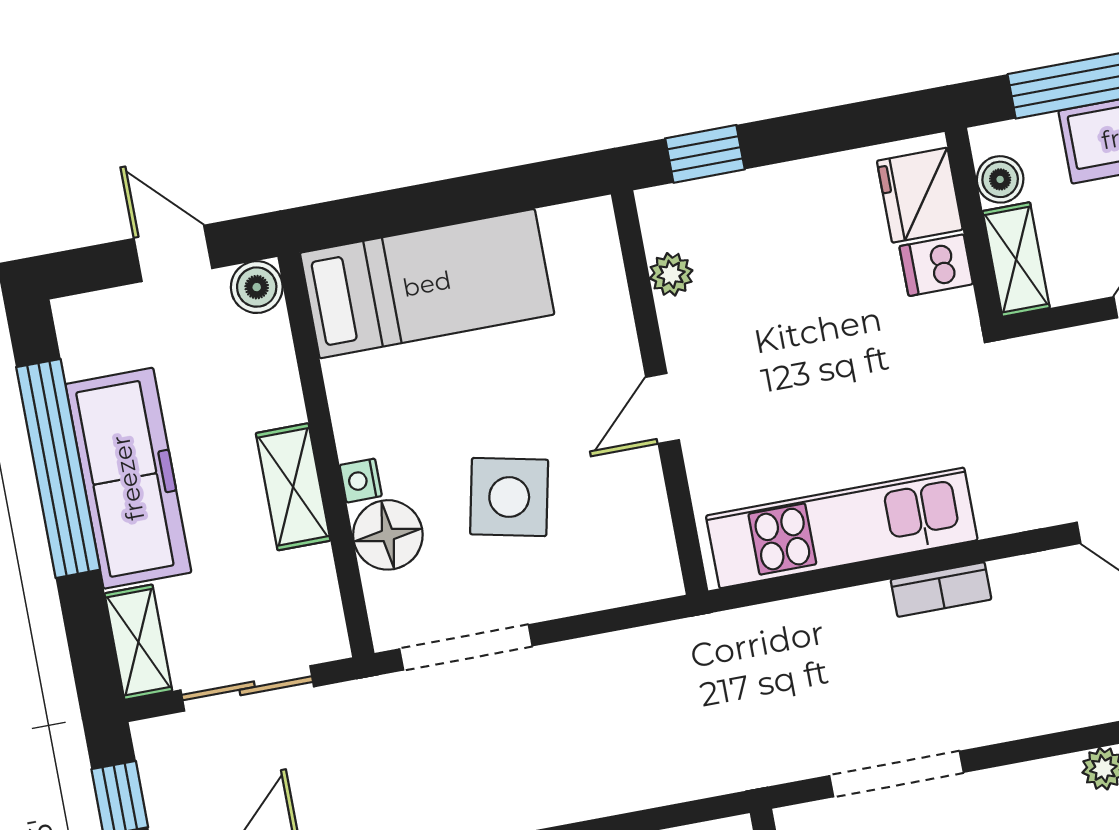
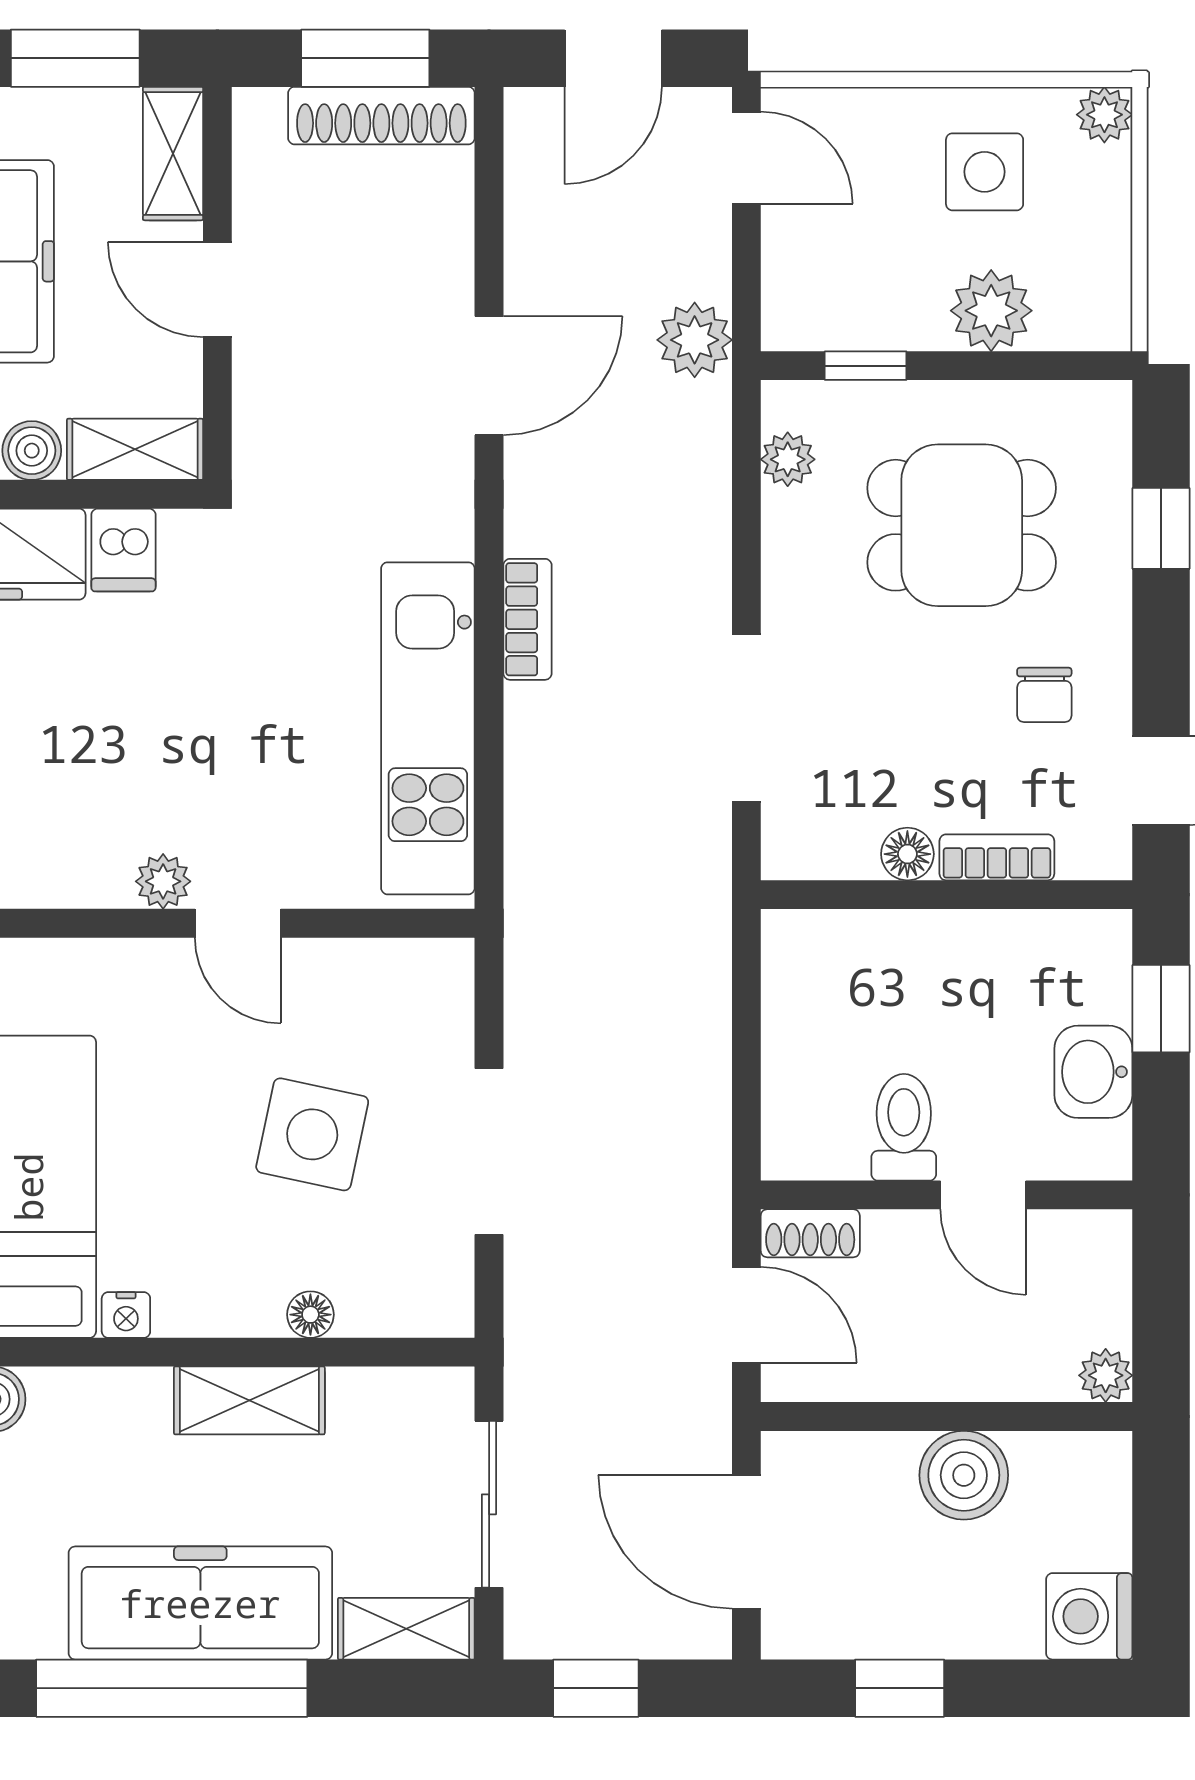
plant: (671, 274) -> (163, 881), moved
nightstand: (361, 481) -> (126, 1315), moved
floor lamp: (388, 535) -> (310, 1315), width x0.53, depth x0.53
doorway: (466, 647) -> (489, 1152), moved

